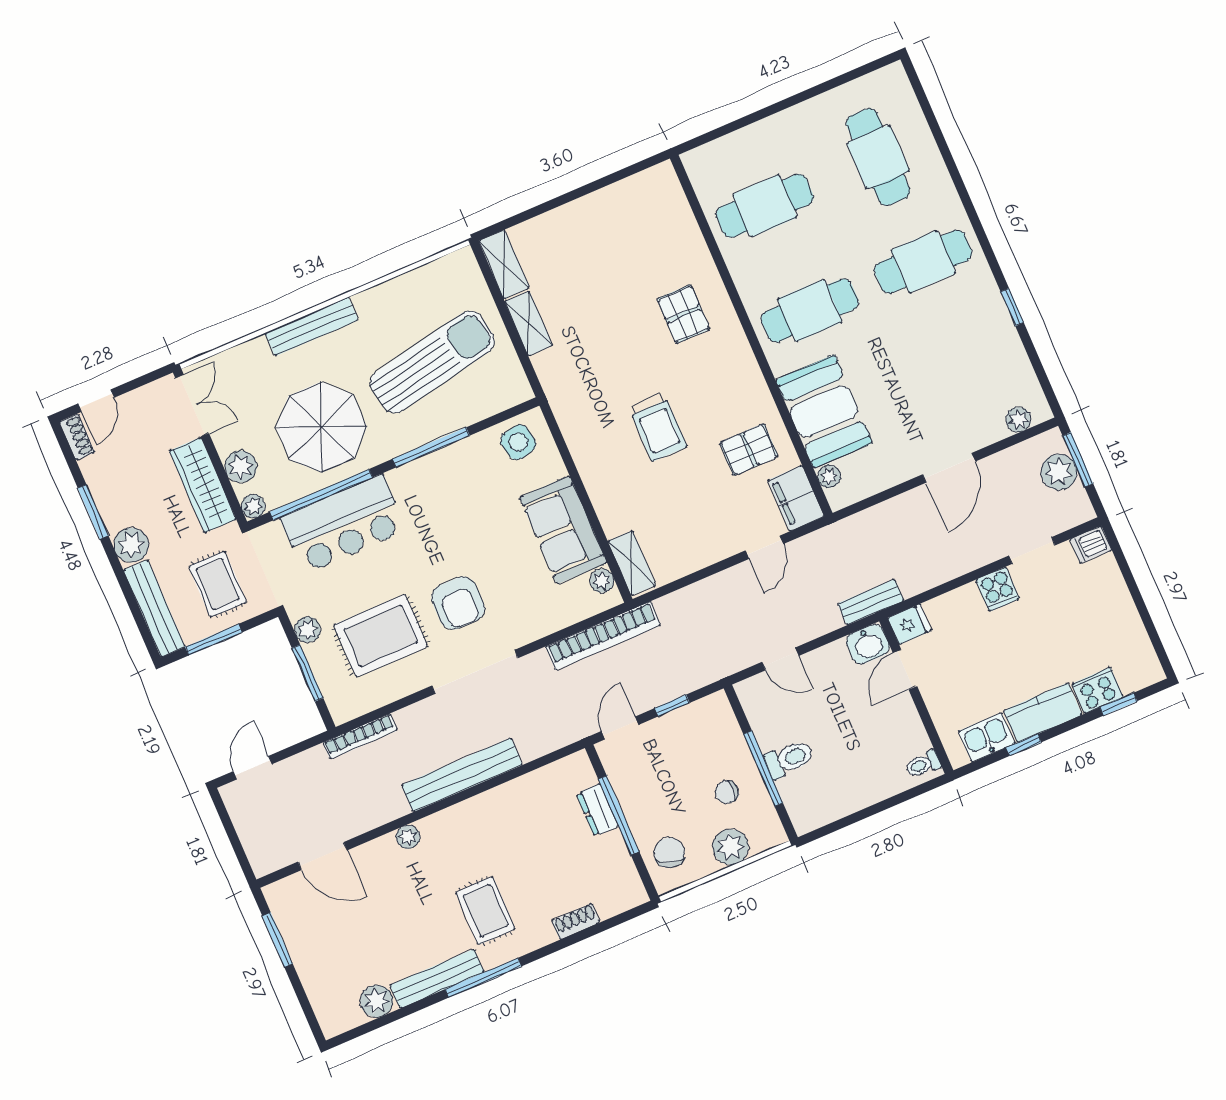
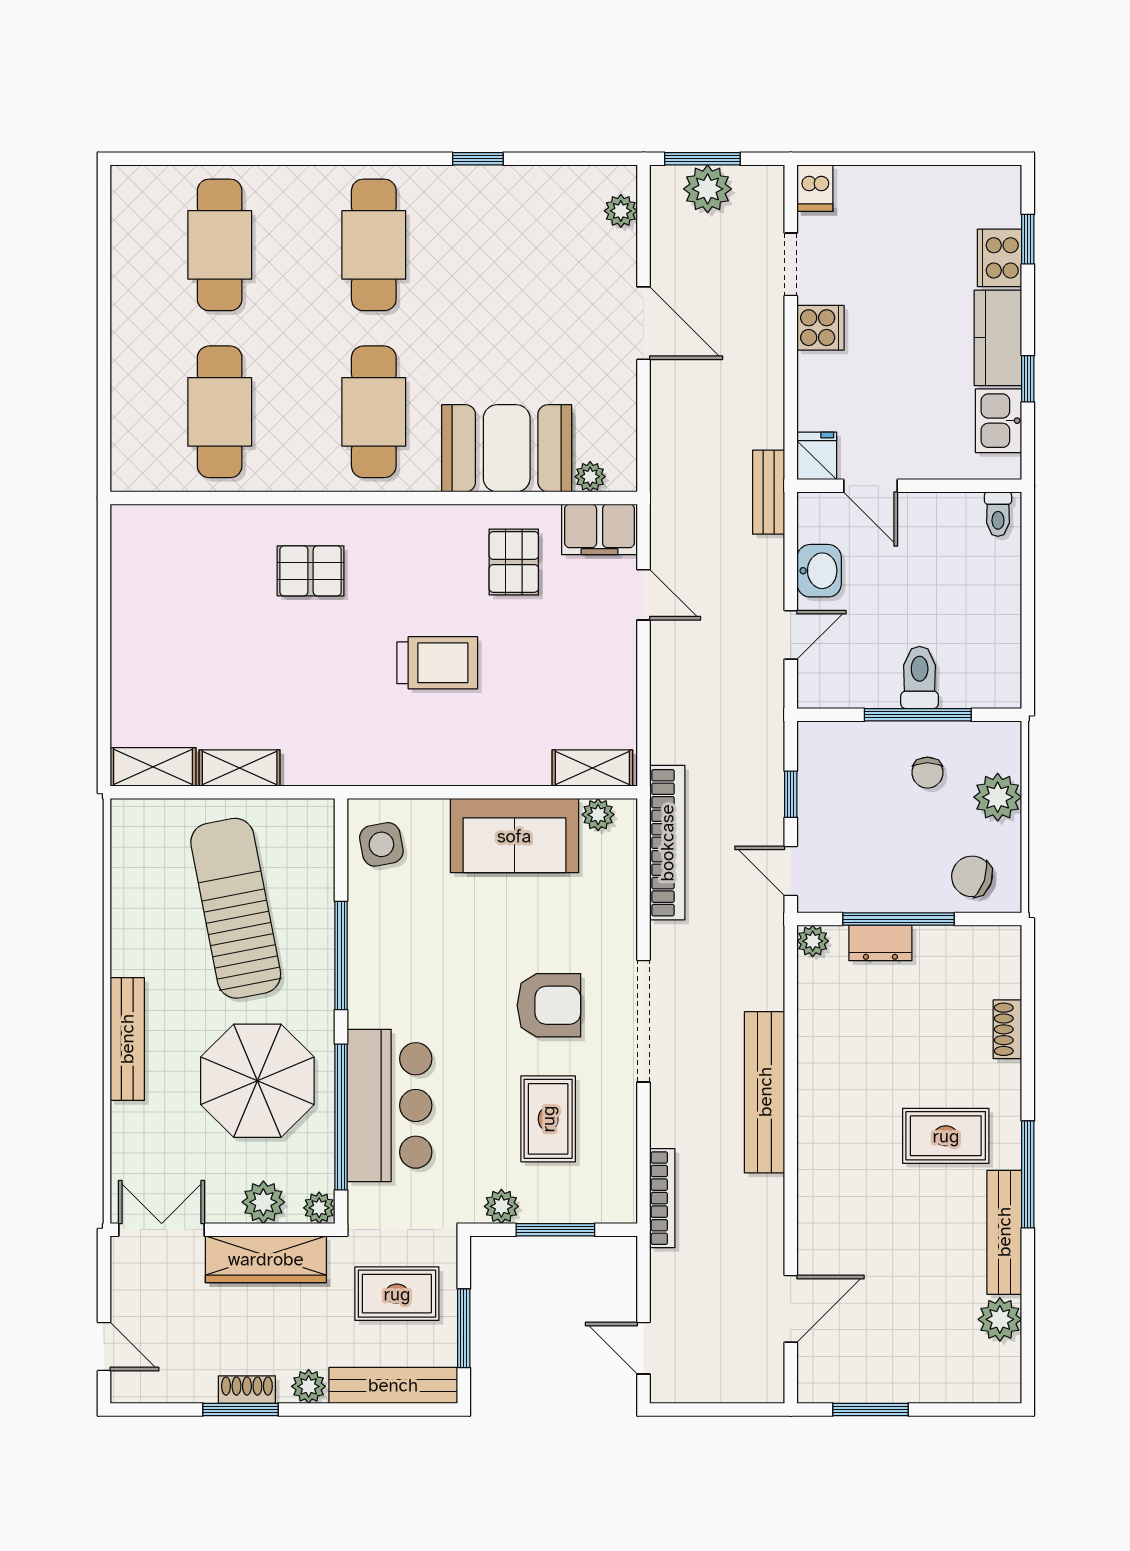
cafe table: (878, 157) -> (220, 245), turned 90
shoe rack: (77, 437) -> (247, 1390), moved
plant: (131, 545) -> (309, 1386), width x0.73, depth x0.73
rug: (381, 636) -> (548, 1119), width x0.73, depth x0.70
washbasin: (868, 644) -> (819, 571), moved
plant: (408, 837) -> (813, 941), moved

